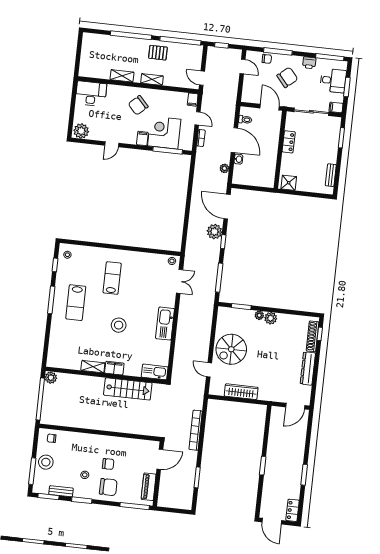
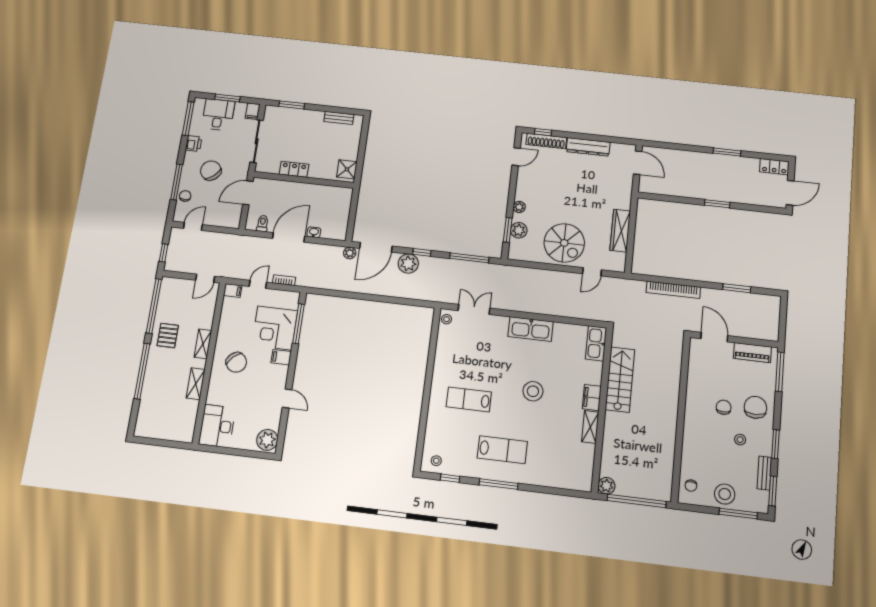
plant: (224, 168) -> (350, 253), moved
door: (300, 313) -> (516, 157), added
plant: (271, 318) -> (519, 230), moved

